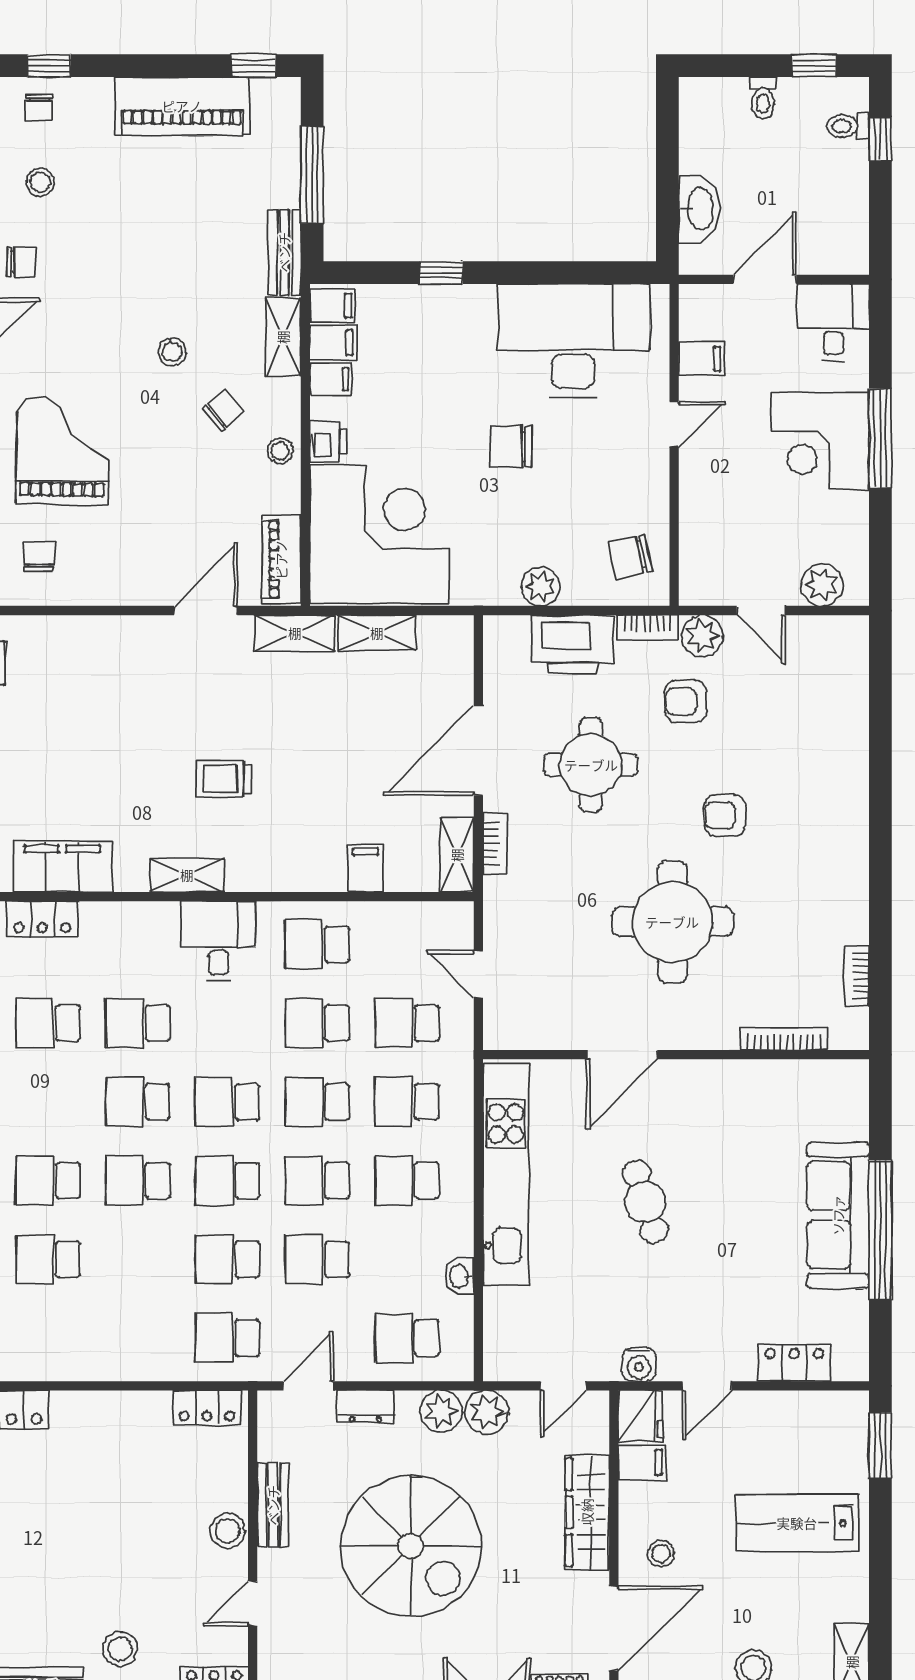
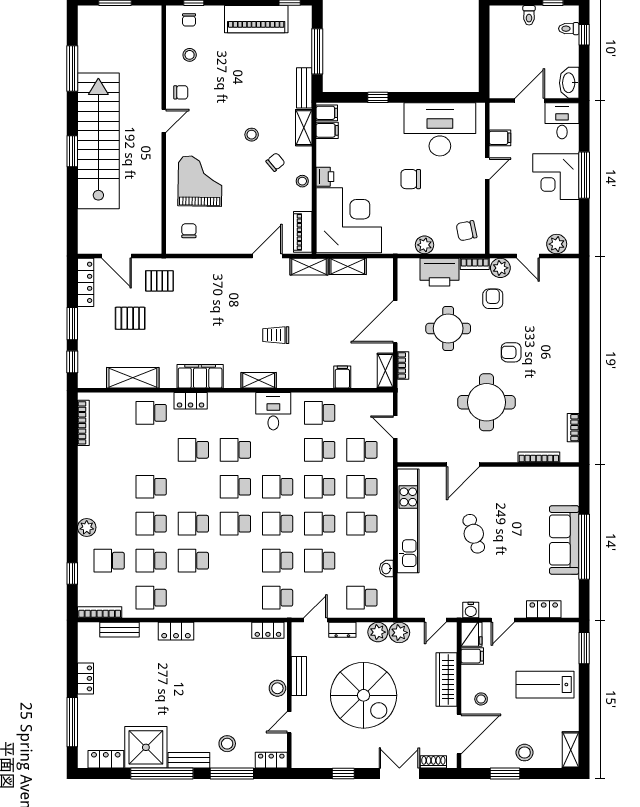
washbasin: (699, 209) -> (569, 83), moved, turned 180
filing cabinet: (331, 379) -> (326, 147), removed
armchair: (686, 701) -> (493, 299), turned 90

